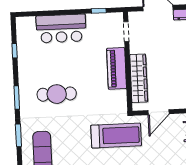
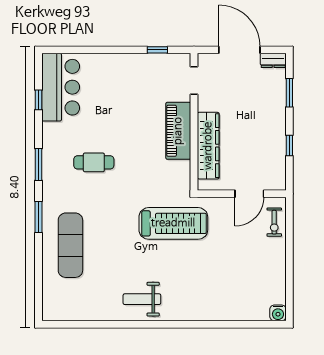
bar counter: (61, 29) -> (61, 87), moved, turned -90
cafe table: (57, 94) -> (94, 162), width x0.73, depth x0.74
door: (159, 112) -> (249, 194), moved

